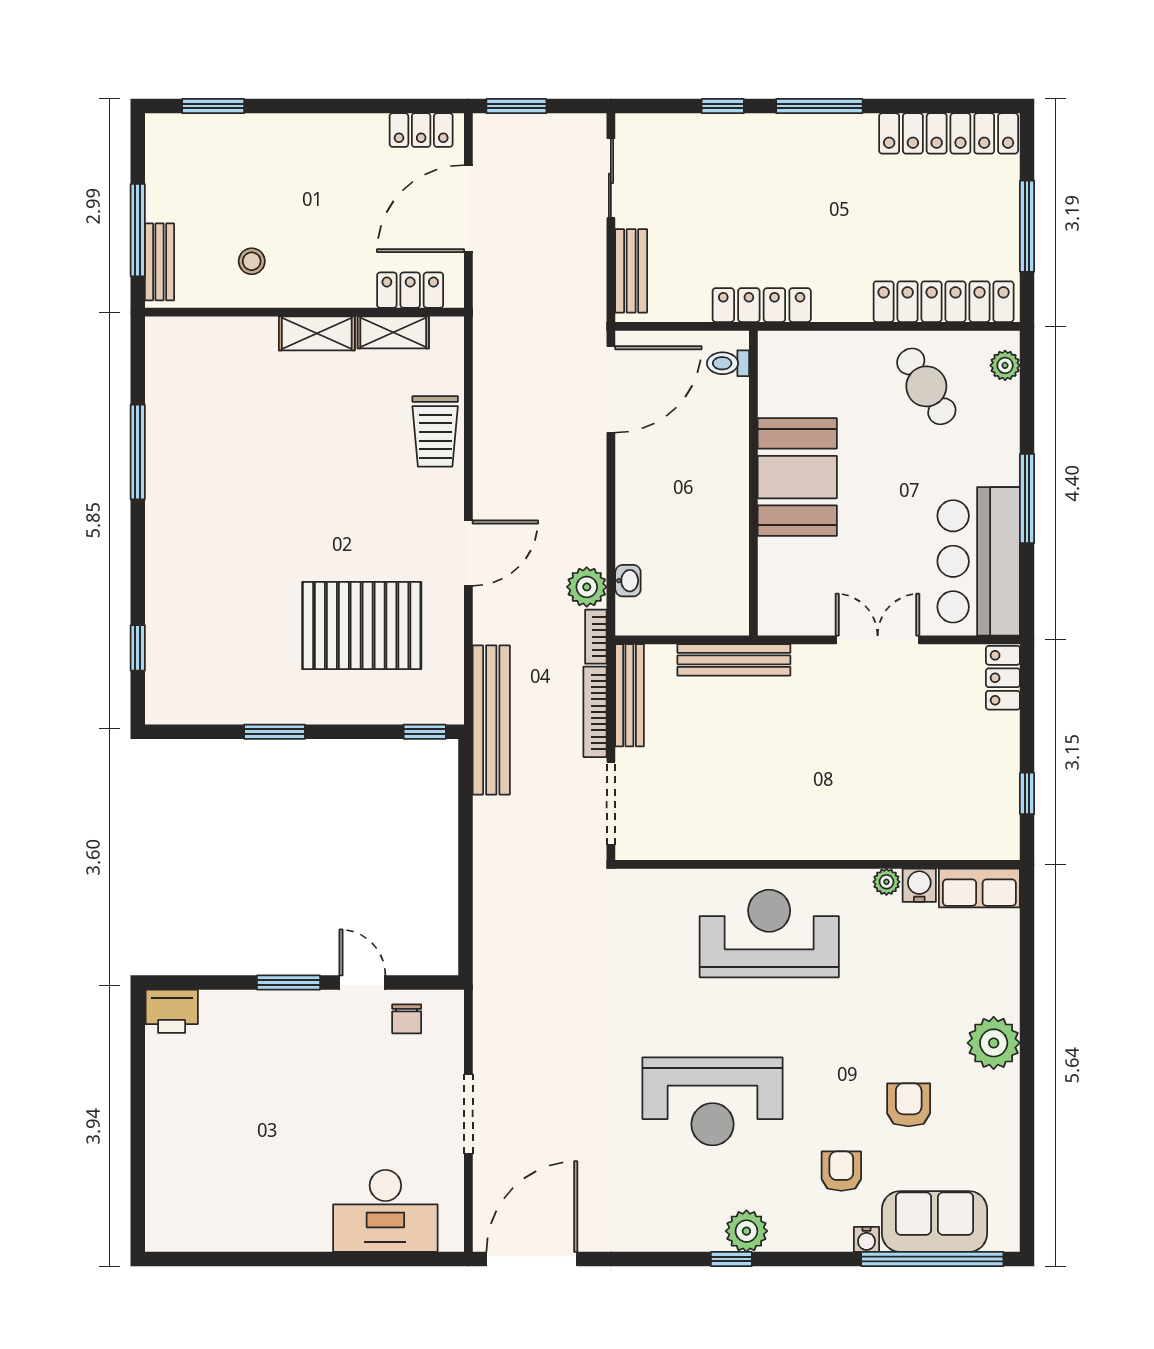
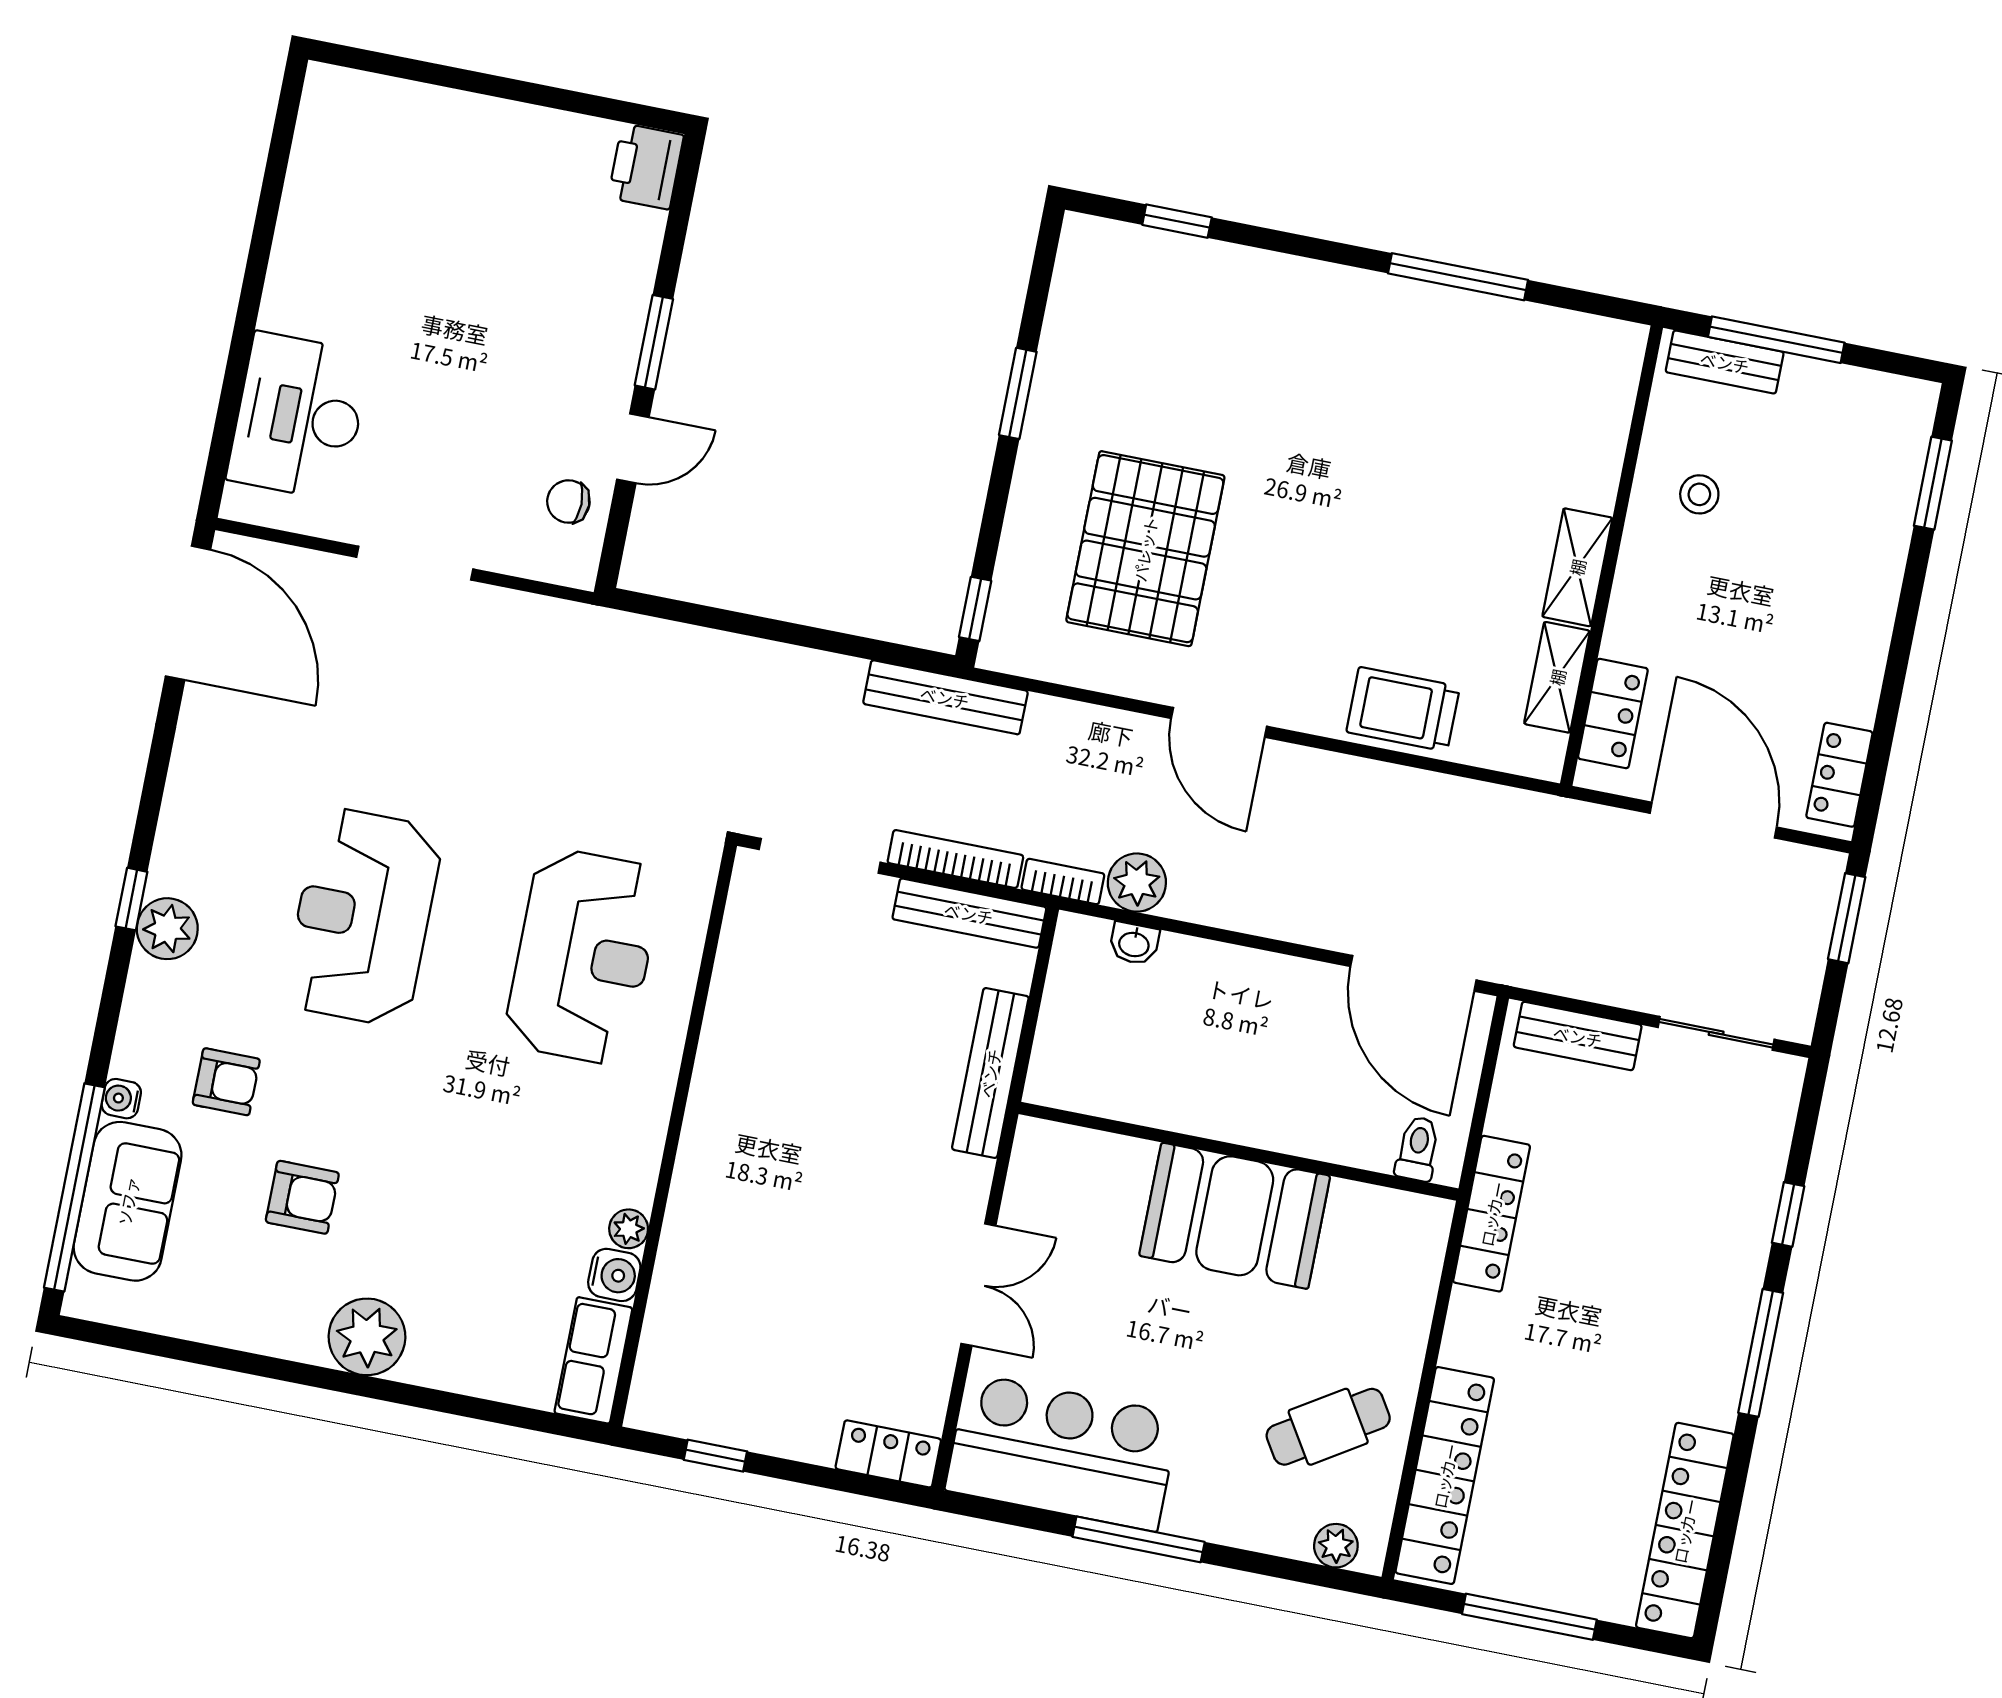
bench: (491, 720) -> (945, 697), width x0.73, depth x0.82
reception desk: (769, 934) -> (583, 956), moved

